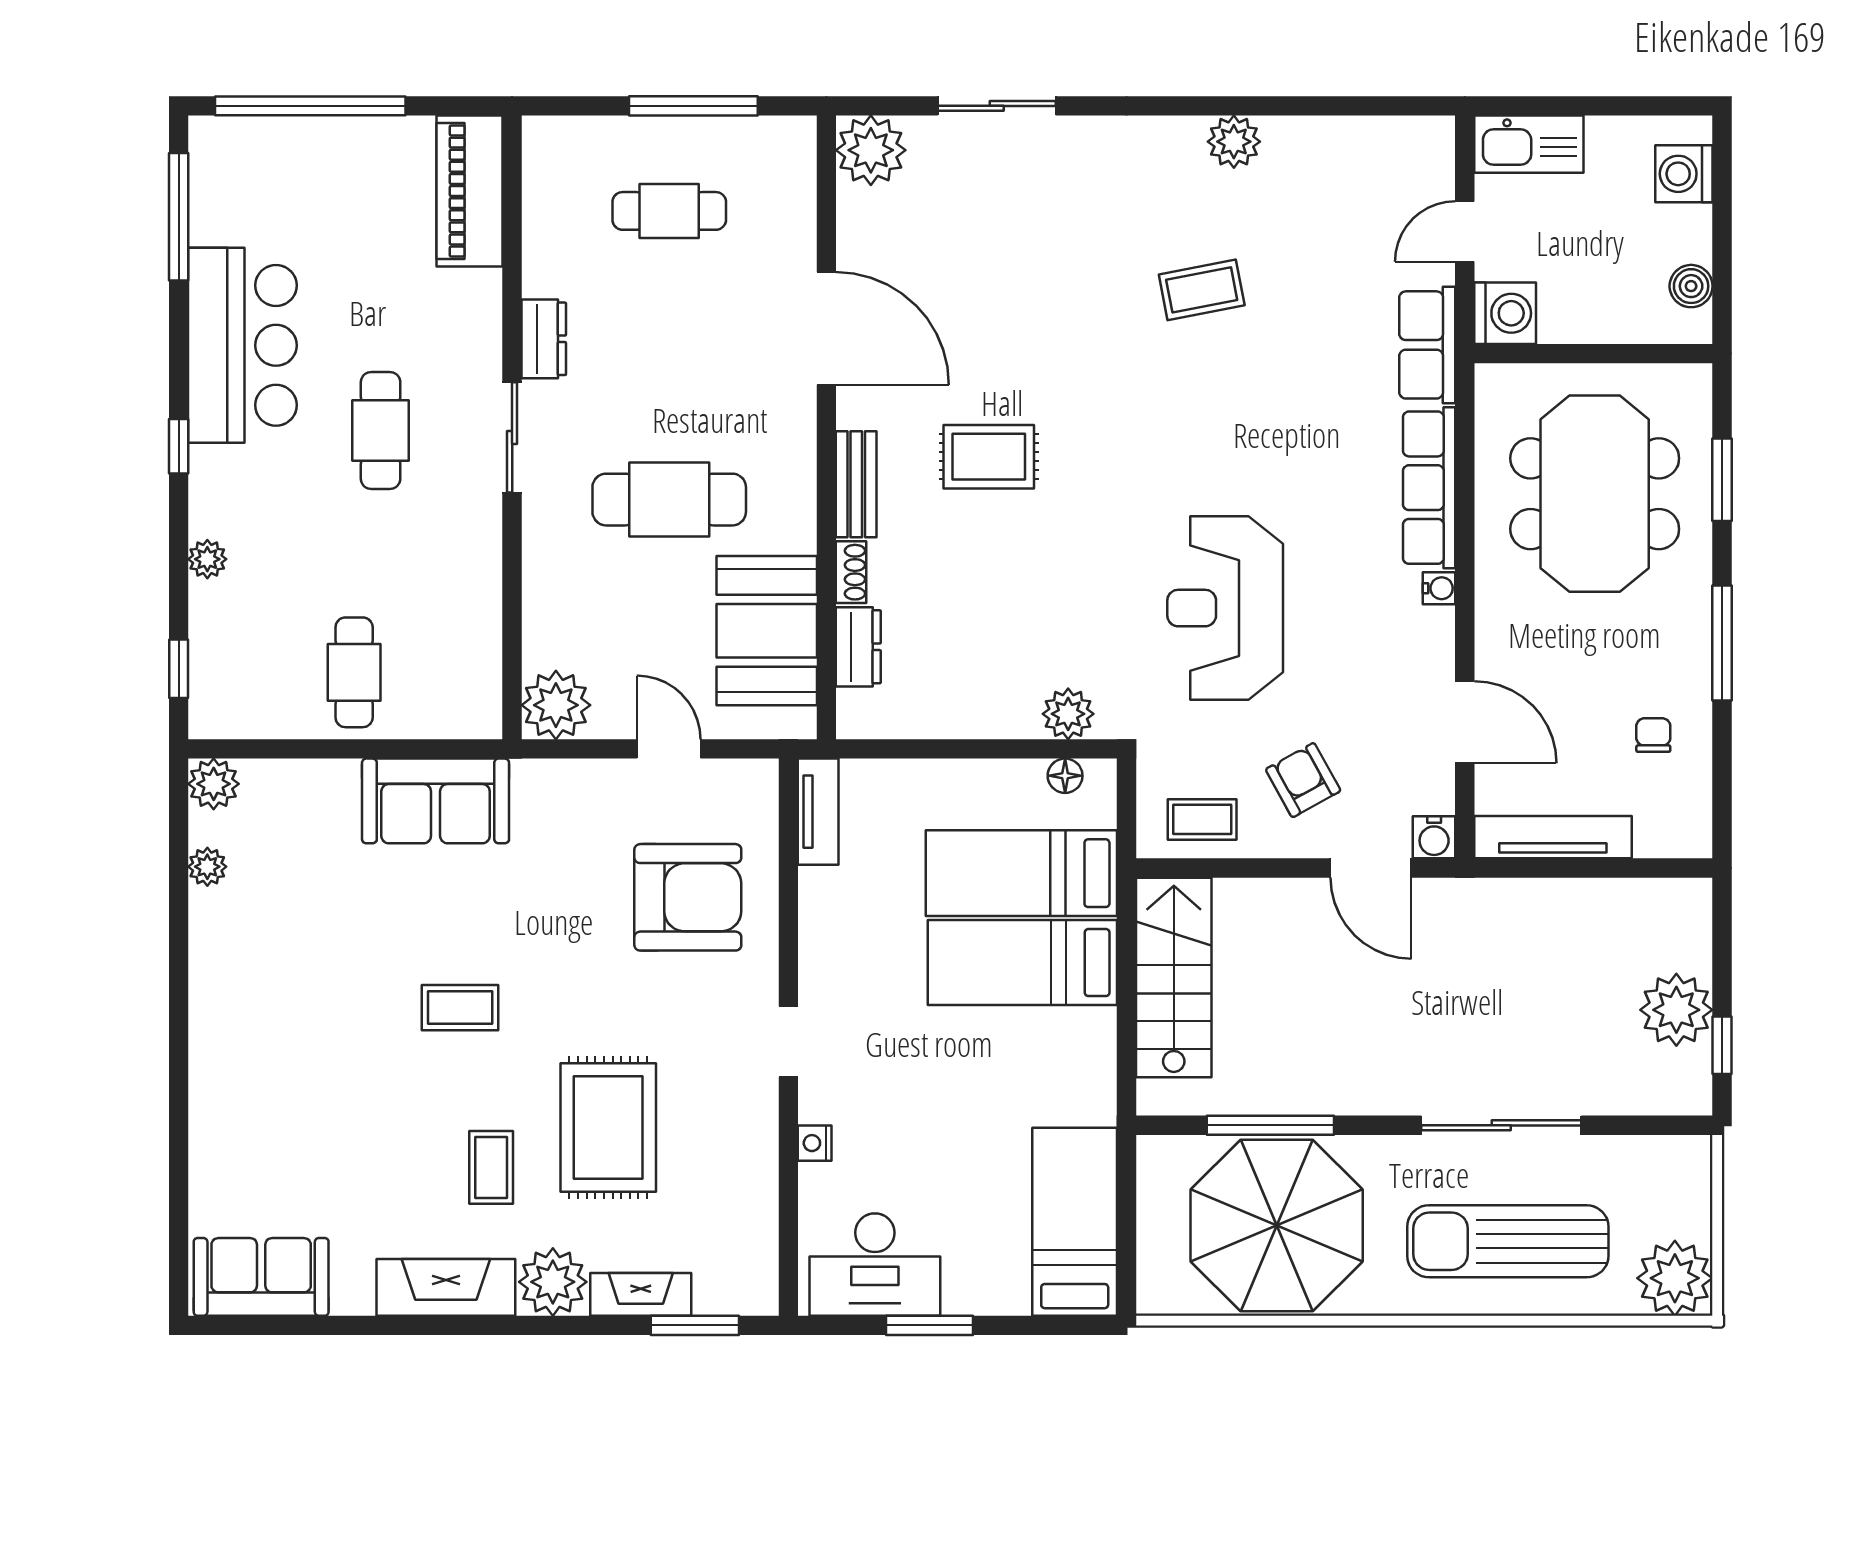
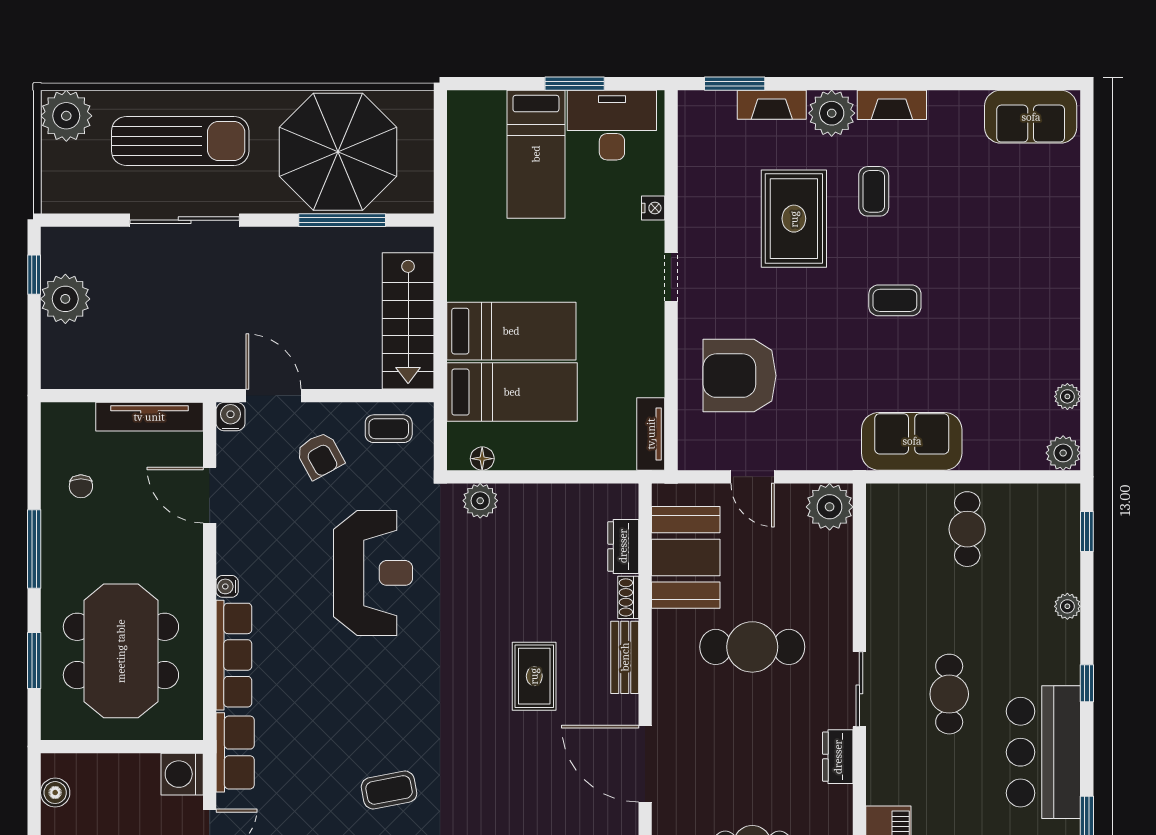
rug: (989, 457) -> (534, 676), turned 90
bed: (1075, 1222) -> (536, 154), moved
fireplace: (446, 1287) -> (892, 105), width x0.73, depth x0.76

